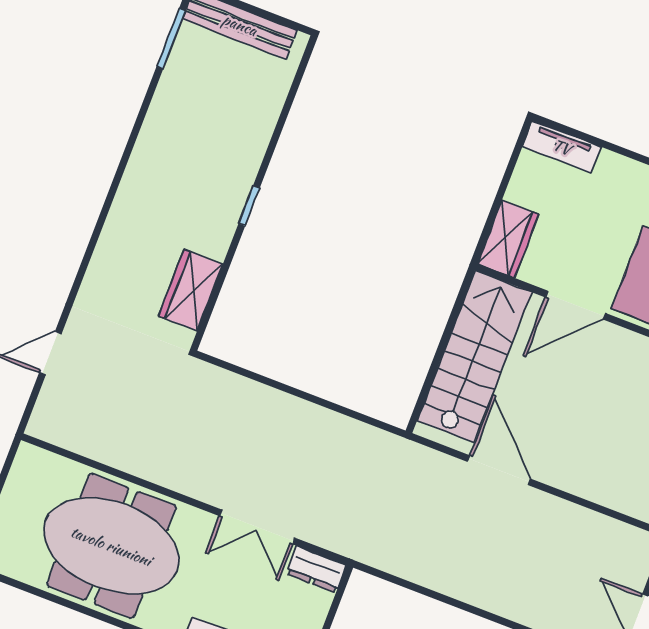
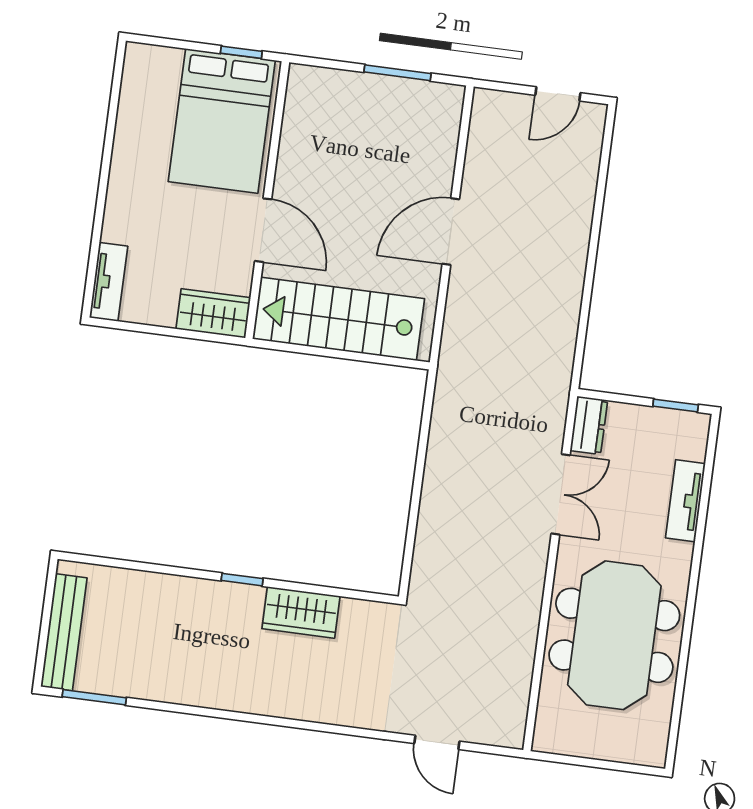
wardrobe: (191, 290) -> (301, 612), moved
door: (499, 470) -> (451, 231), moved

